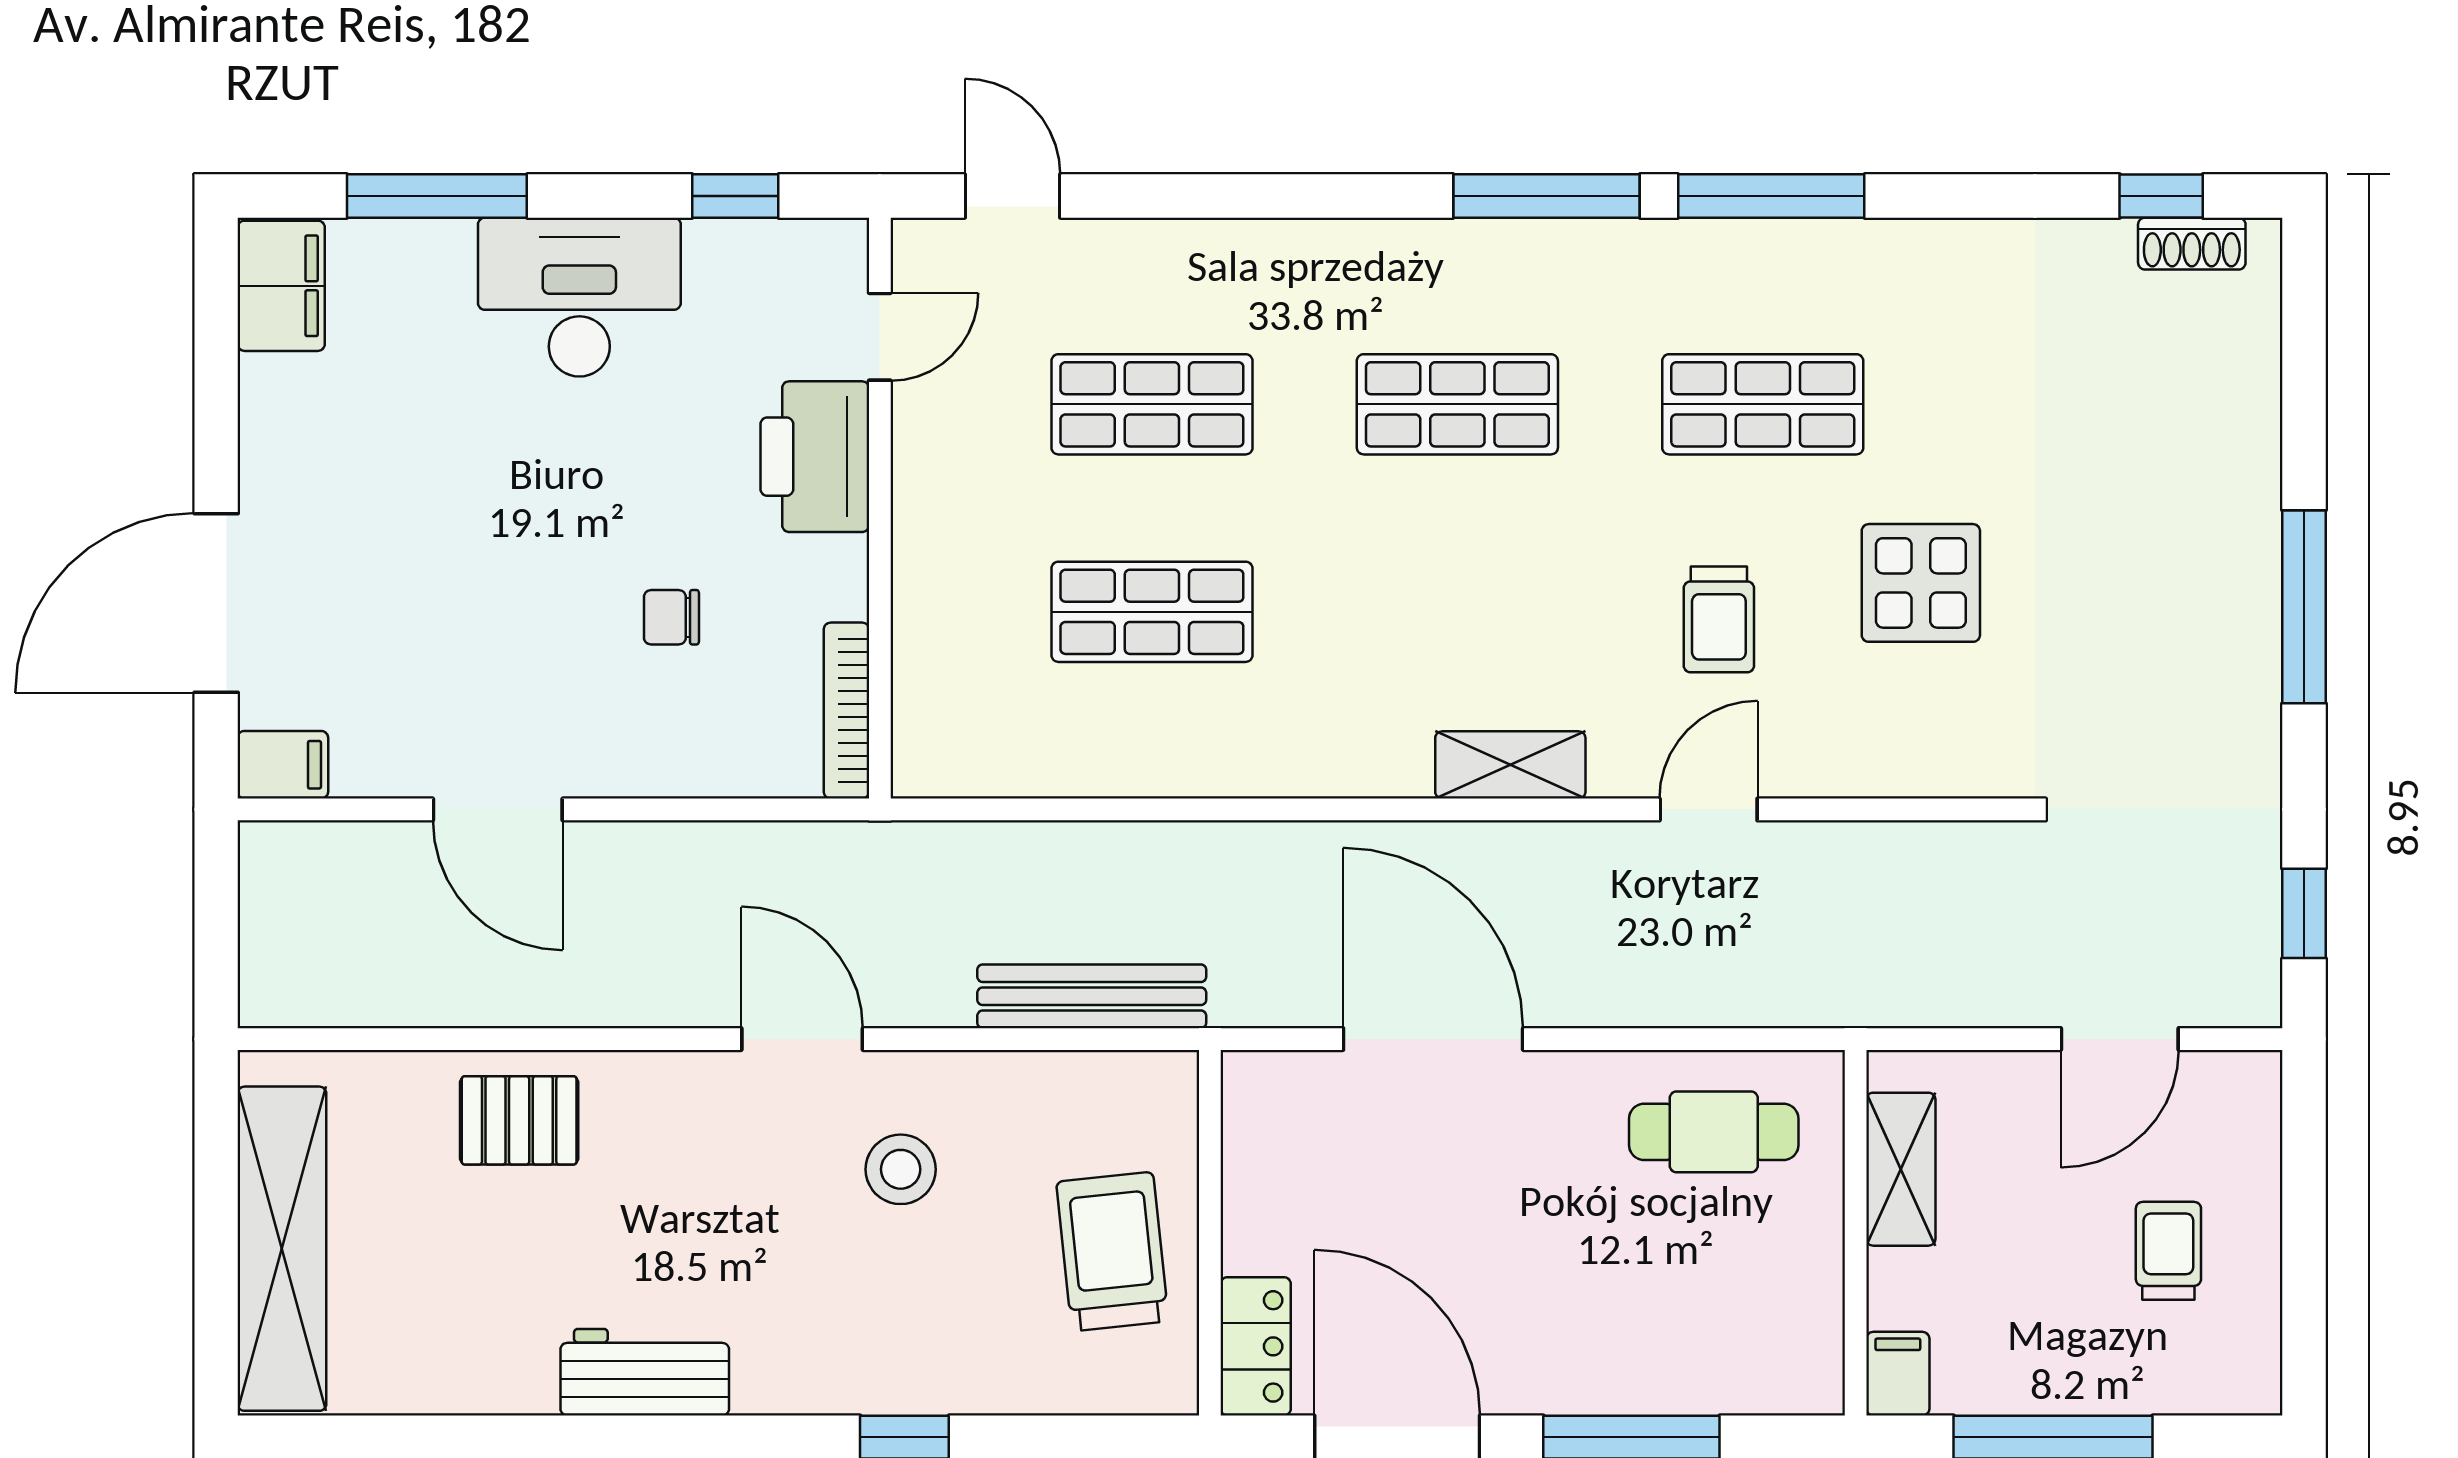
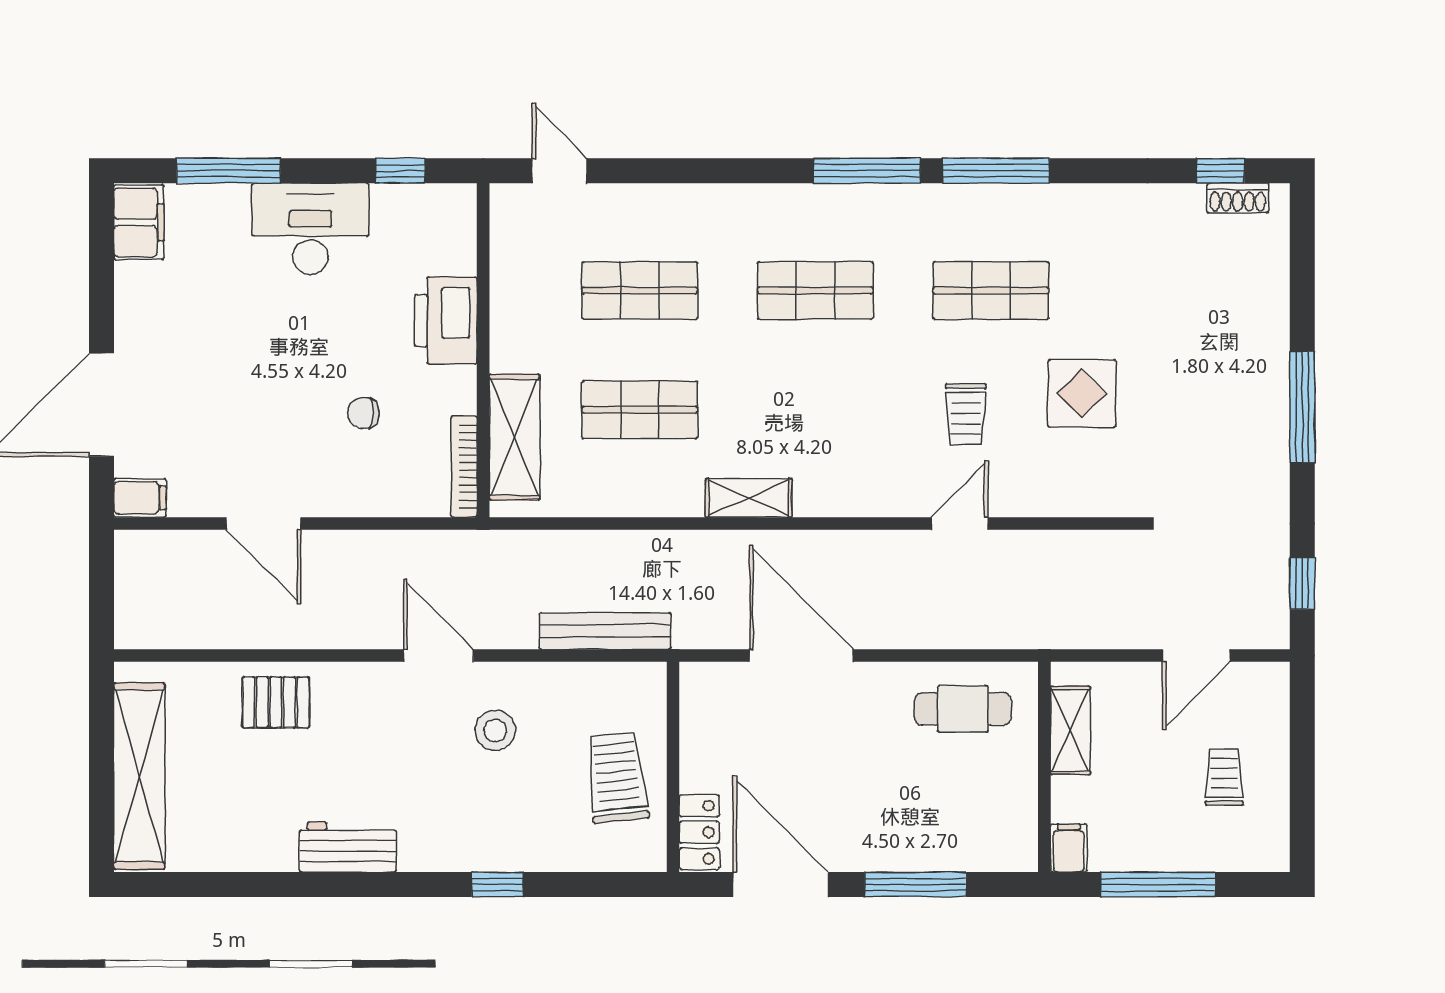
door: (880, 337) -> (483, 252), removed
shelving: (934, 659) -> (514, 437), added
shelving: (1510, 765) -> (749, 498), moved

